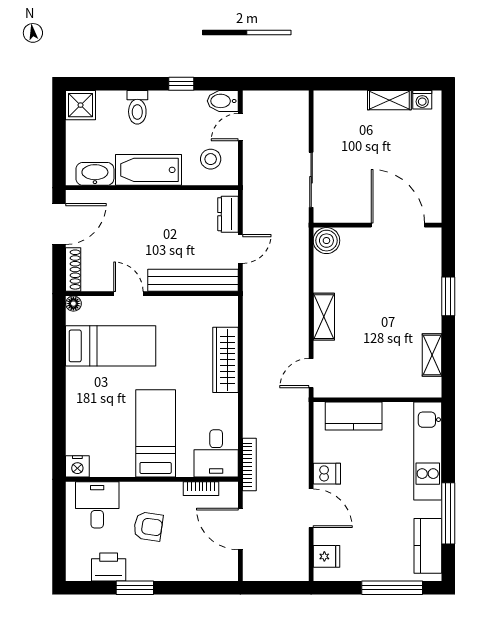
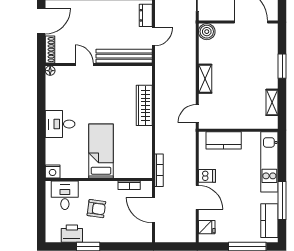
bed: (111, 346) -> (73, 97), removed
desk: (216, 453) -> (60, 124), moved, turned 90

